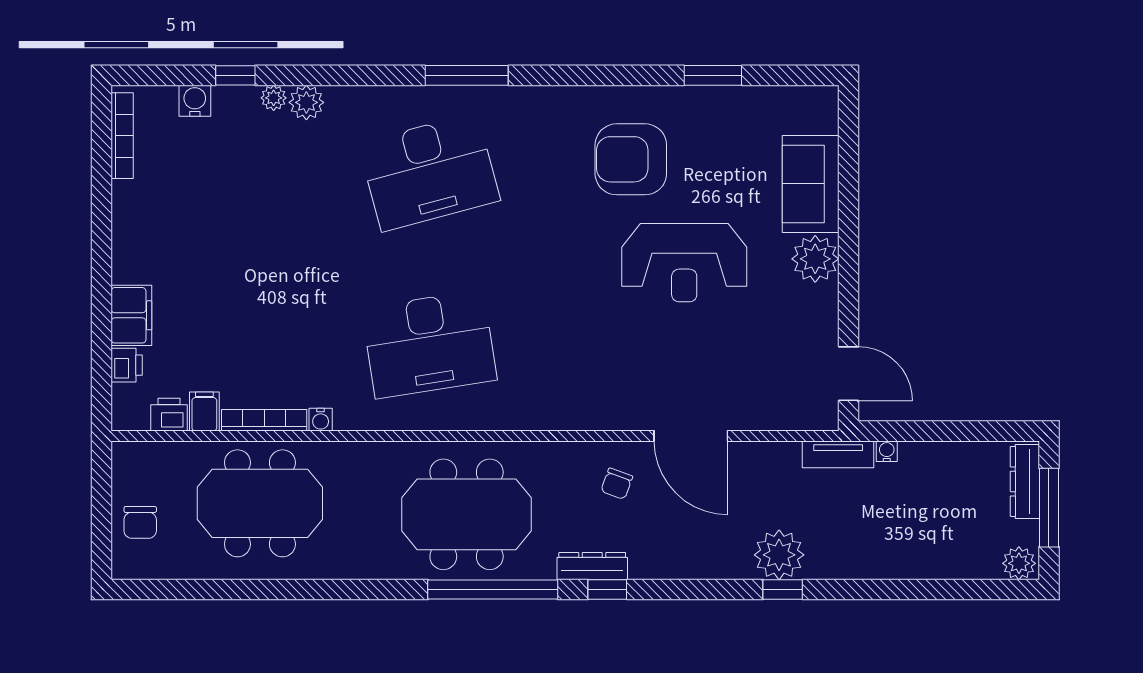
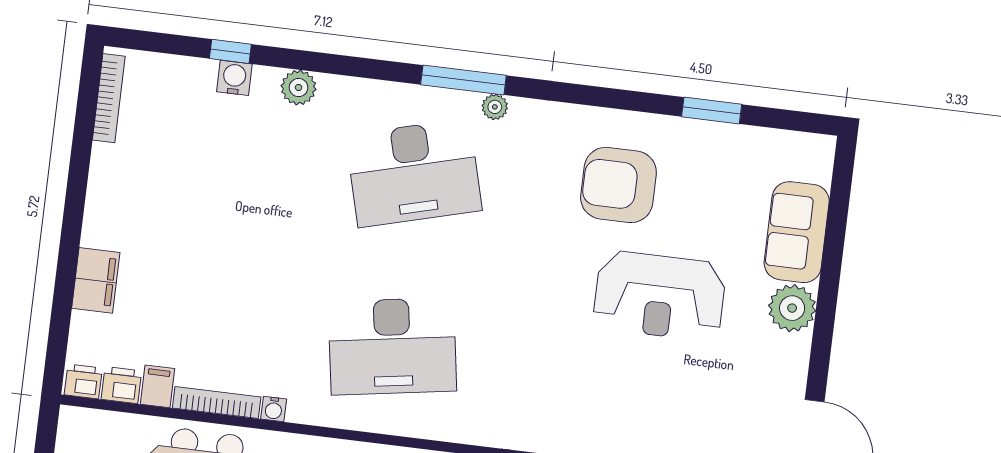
plant: (274, 98) -> (495, 107), moved
water cooler: (195, 101) -> (234, 78), moved
printer: (127, 365) -> (83, 381), moved, turned -90

